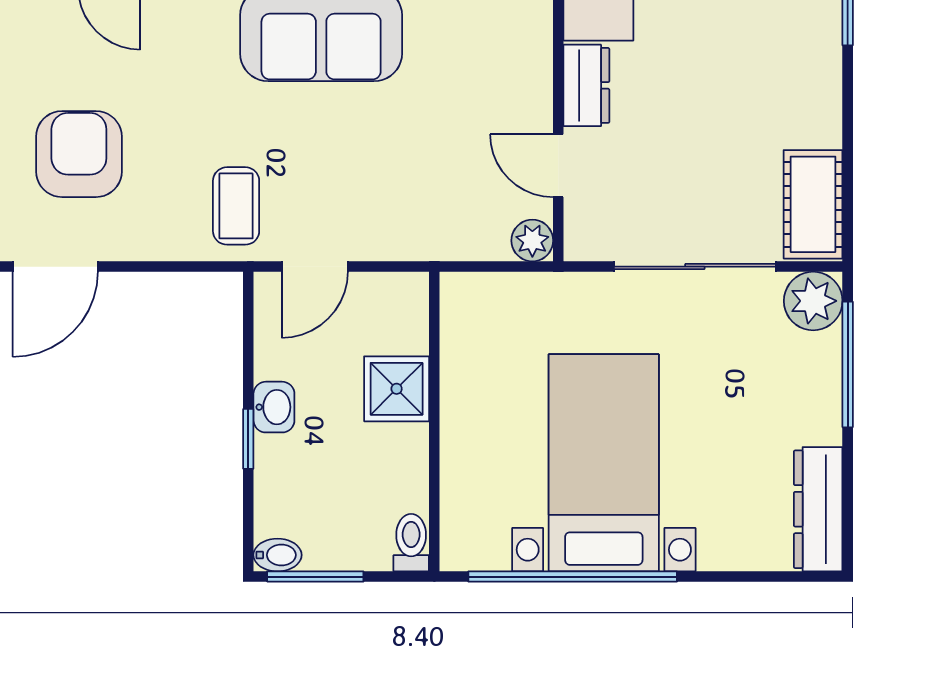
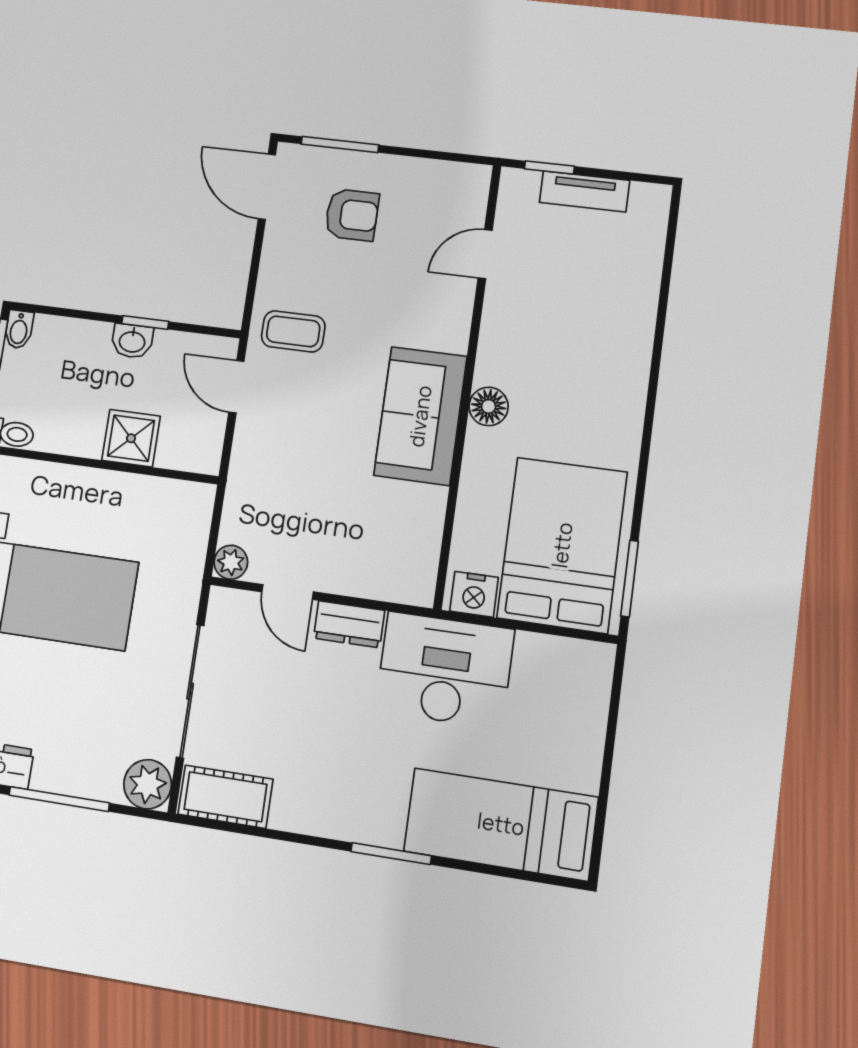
armchair: (79, 154) -> (352, 215), width x0.72, depth x0.72
door: (558, 166) -> (288, 592), swing flipped
window: (848, 364) -> (59, 799), moved
window: (248, 439) -> (145, 322), moved

